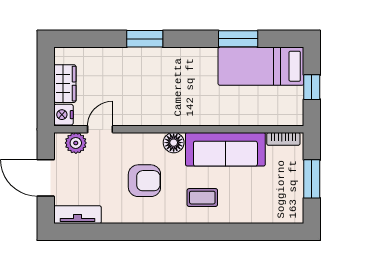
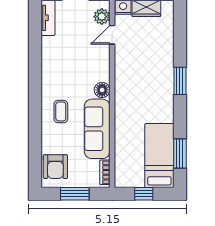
window: (145, 39) -> (180, 81), moved
window: (238, 39) -> (180, 154), moved
door: (100, 129) -> (112, 35), swing flipped
armchair: (144, 181) -> (55, 167), moved

